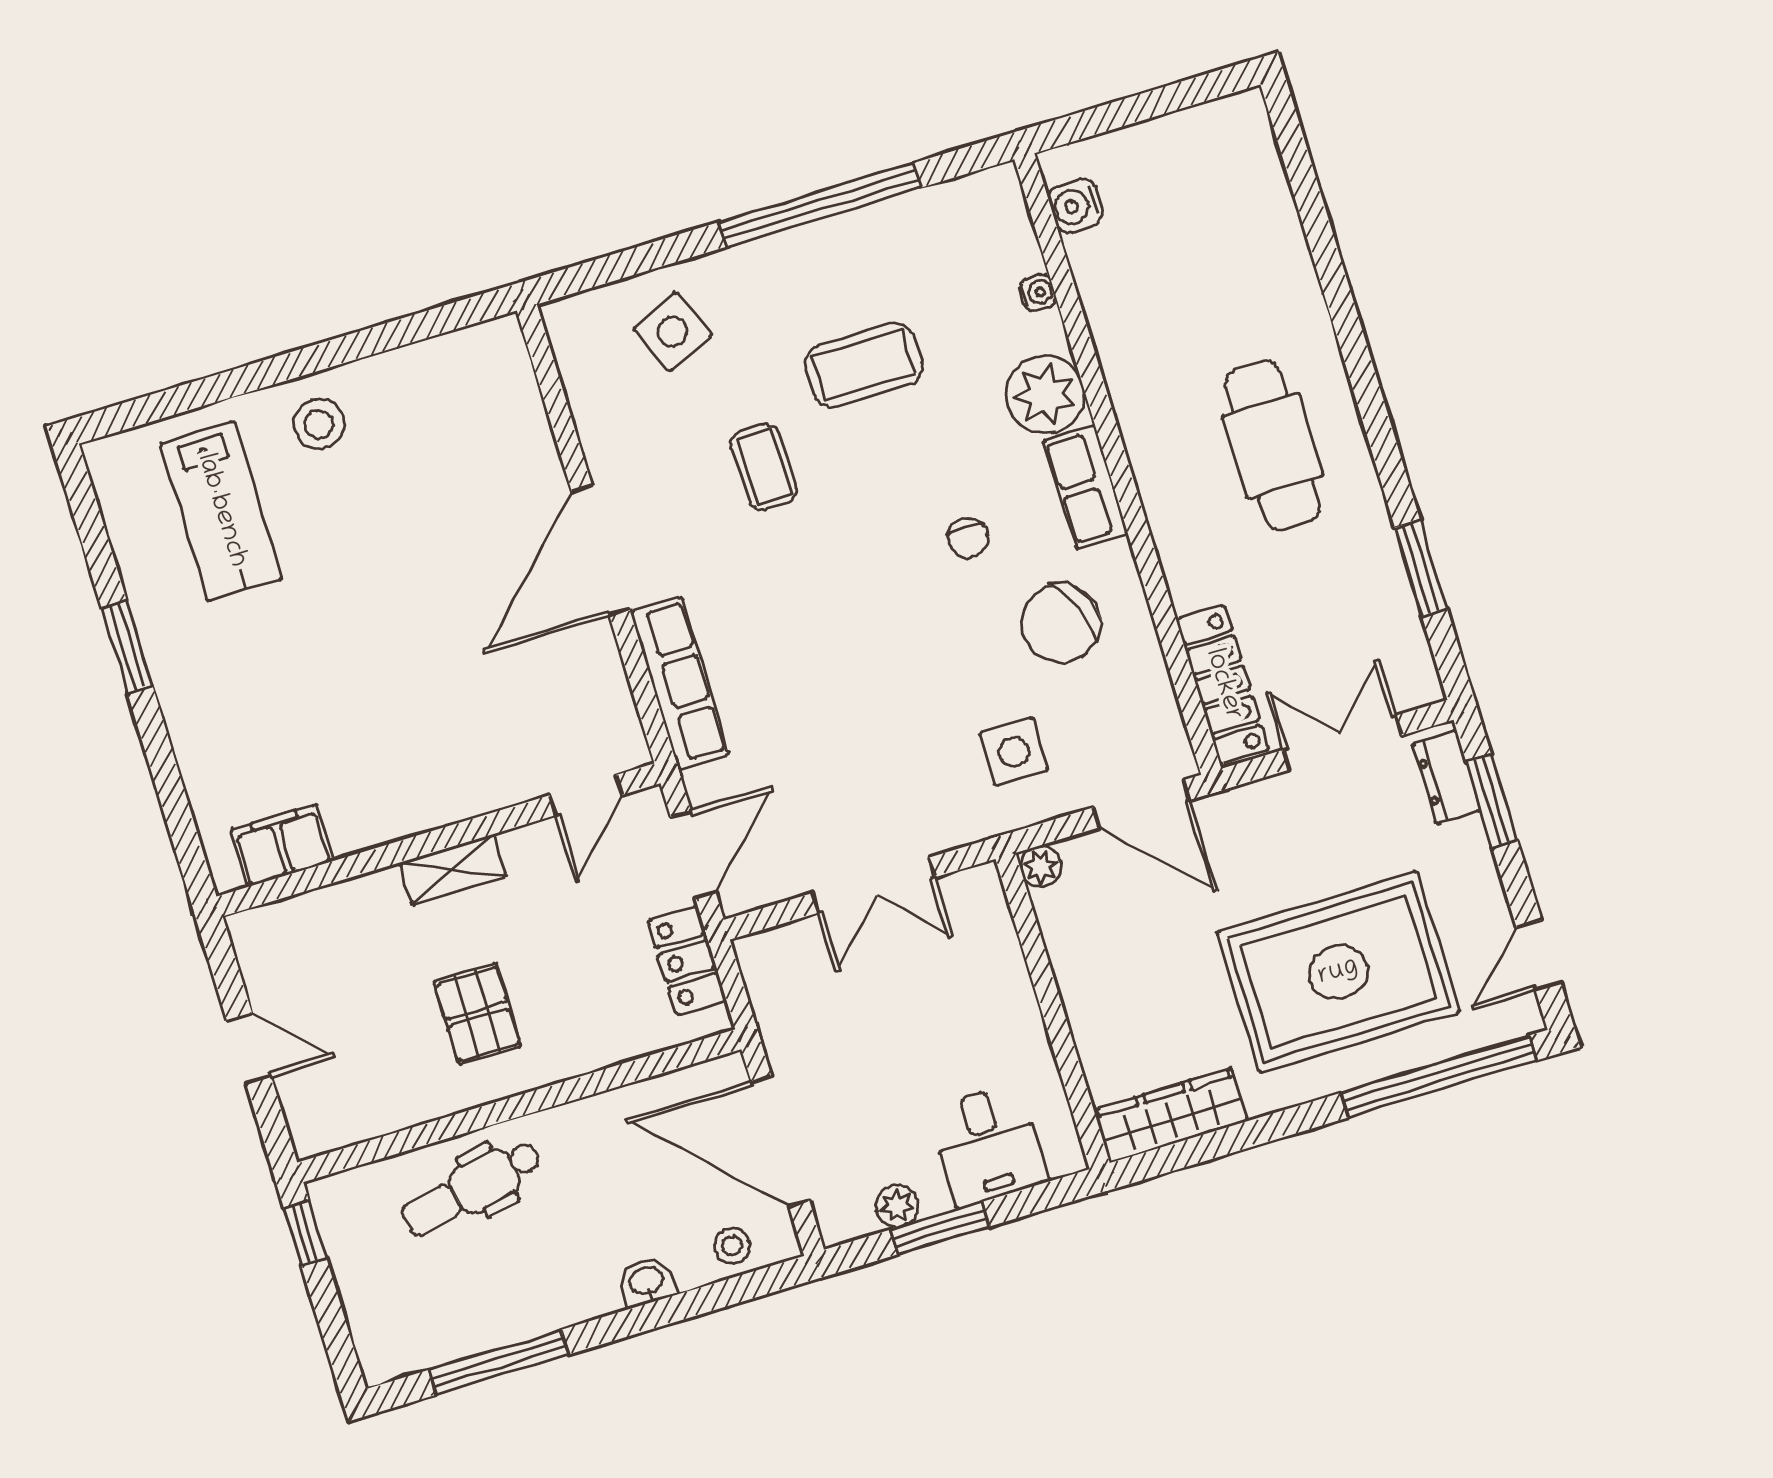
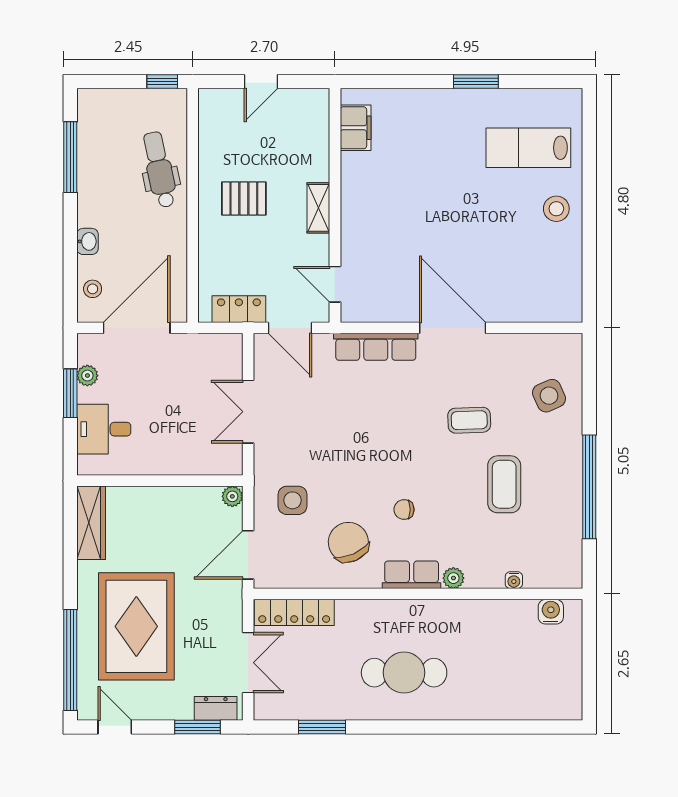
plant: (1045, 395) -> (453, 578), width x0.53, depth x0.53

